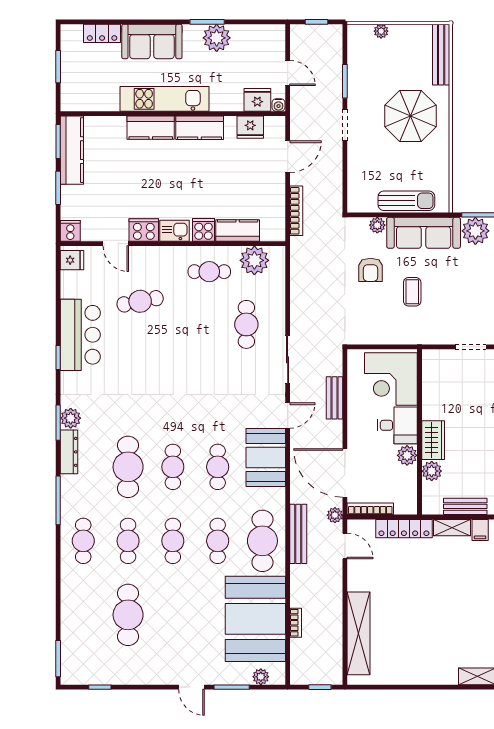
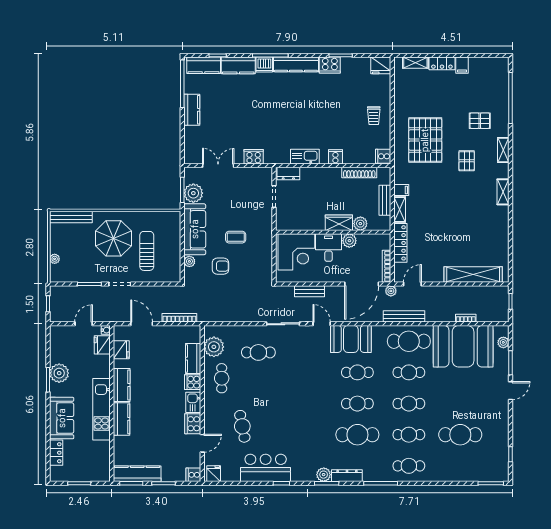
sun lounger: (406, 201) -> (147, 251), moved

